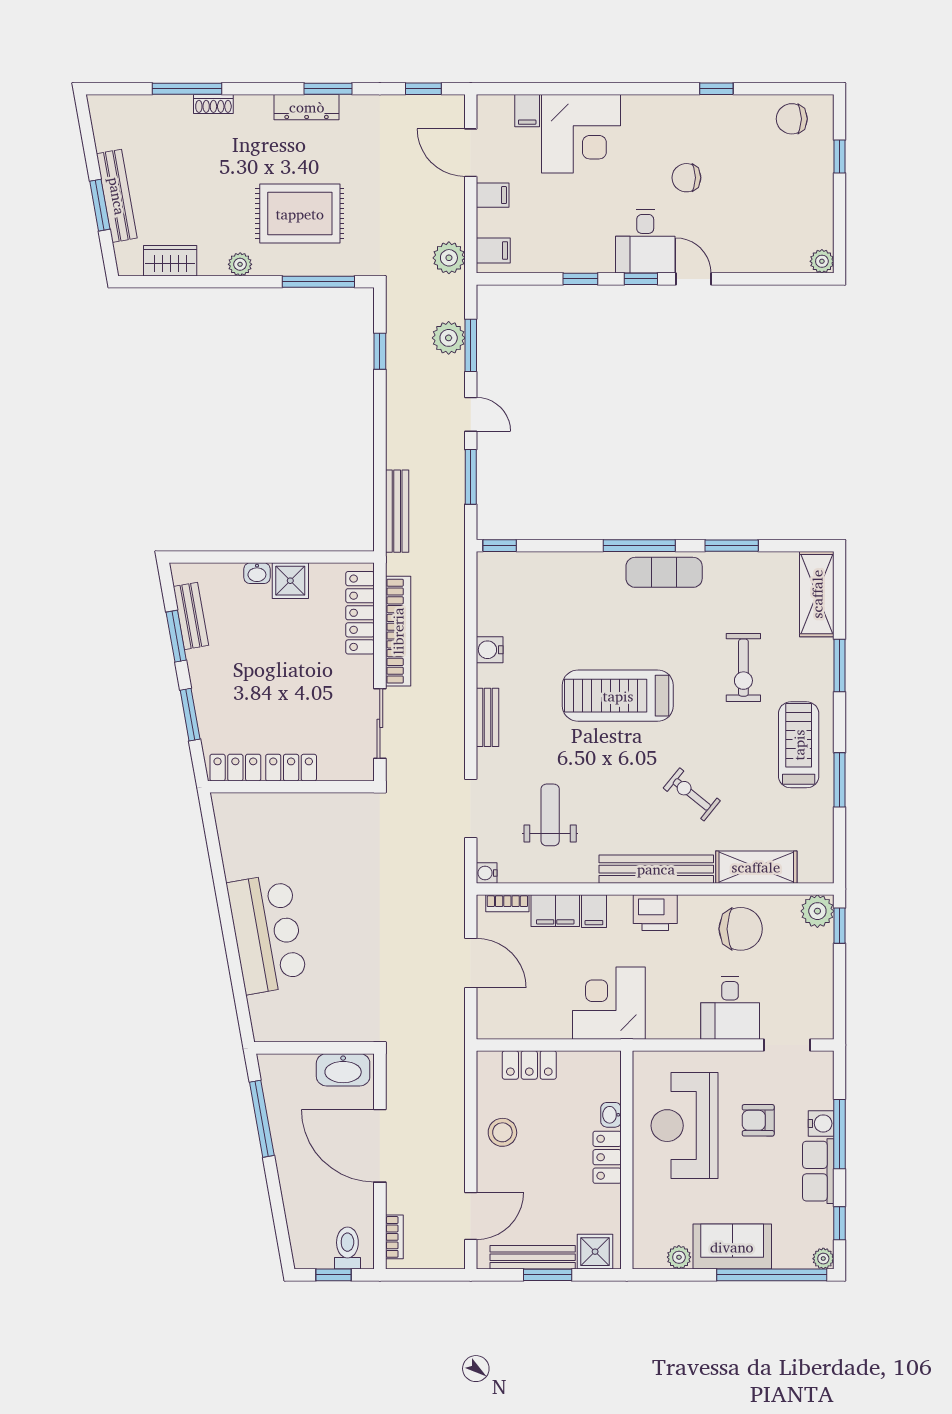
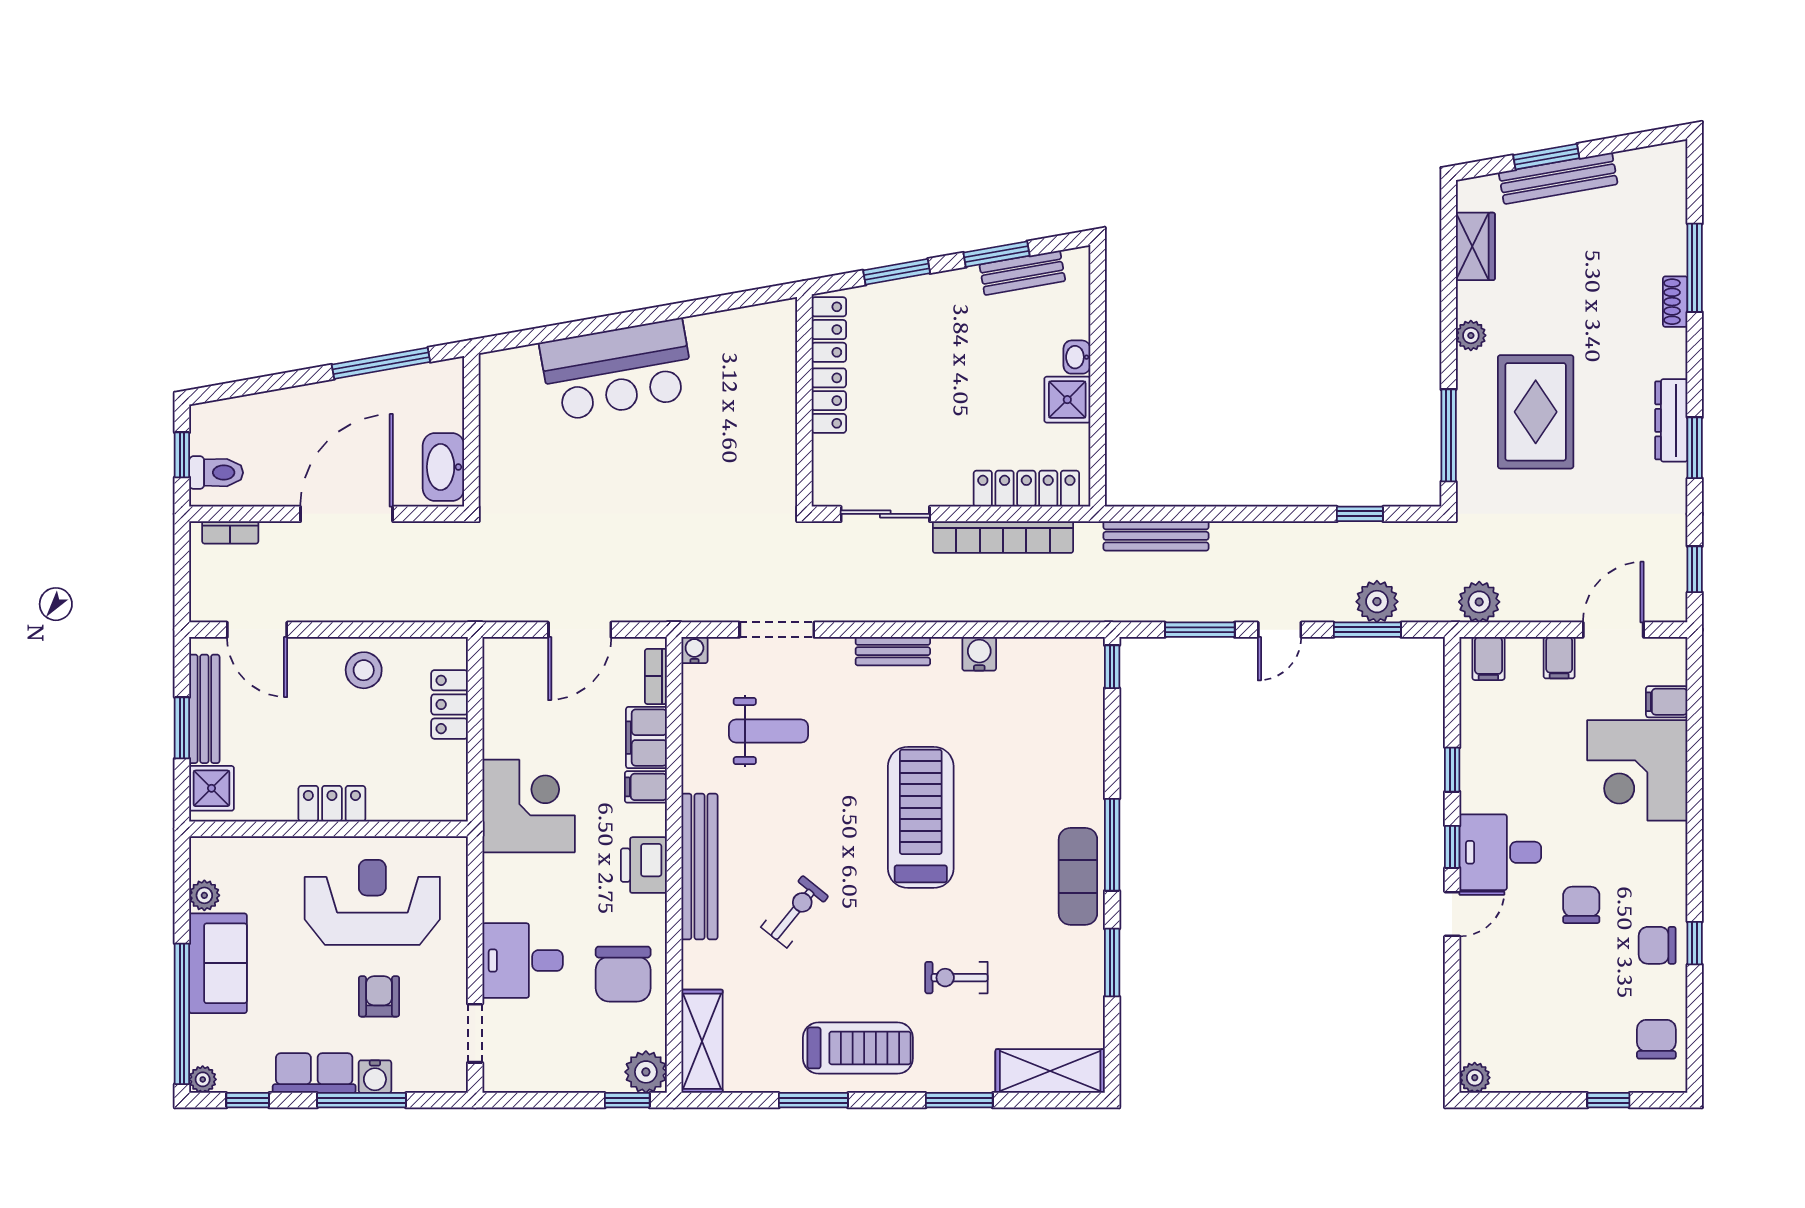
chair: (718, 118) -> (1657, 945), added
exercise bike: (743, 668) -> (956, 978), width x0.73, depth x0.72
shelving: (756, 867) -> (702, 1041), moved
washbasin: (611, 1115) -> (386, 809), removed

